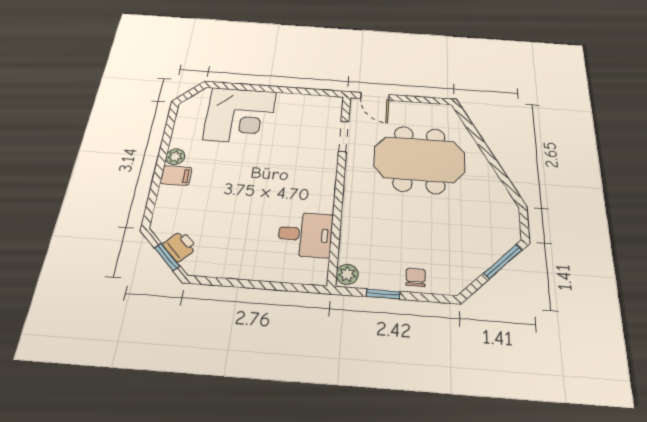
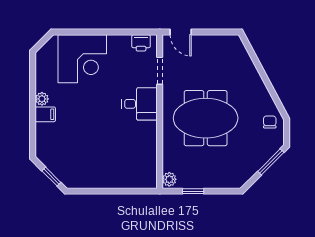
meeting table: (419, 159) -> (206, 118), moved
desk: (305, 234) -> (140, 104), moved
printer: (180, 246) -> (141, 43), moved, turned 135
chair: (416, 277) -> (270, 122), moved

